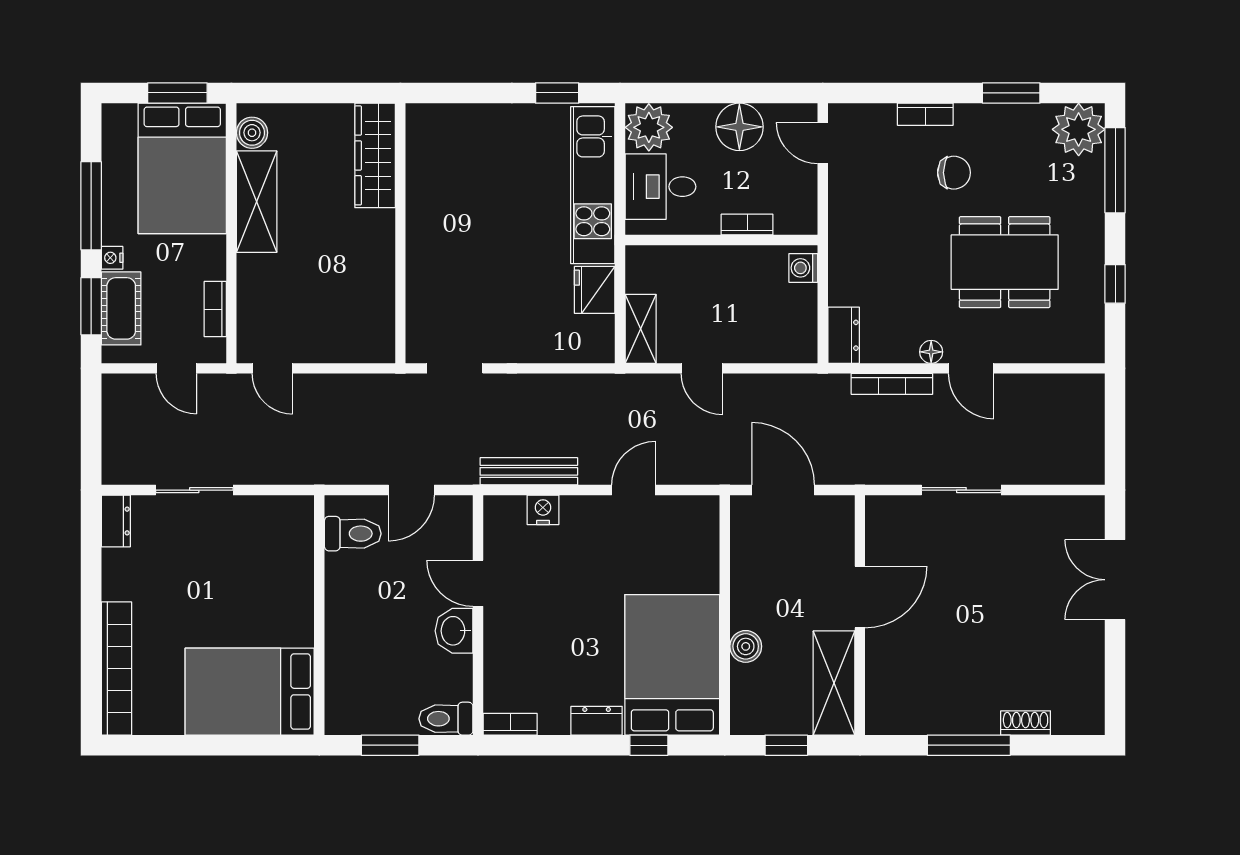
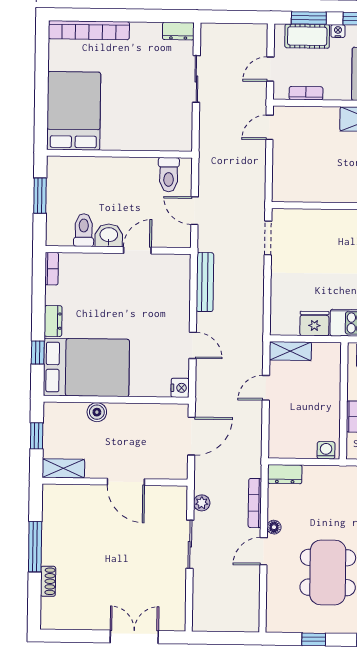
plant: (893, 472) -> (202, 503), added
nightstand: (543, 510) -> (180, 388), moved
shelving: (834, 683) -> (63, 468), width x0.67, depth x0.75
toilet: (446, 719) -> (84, 230), moved

